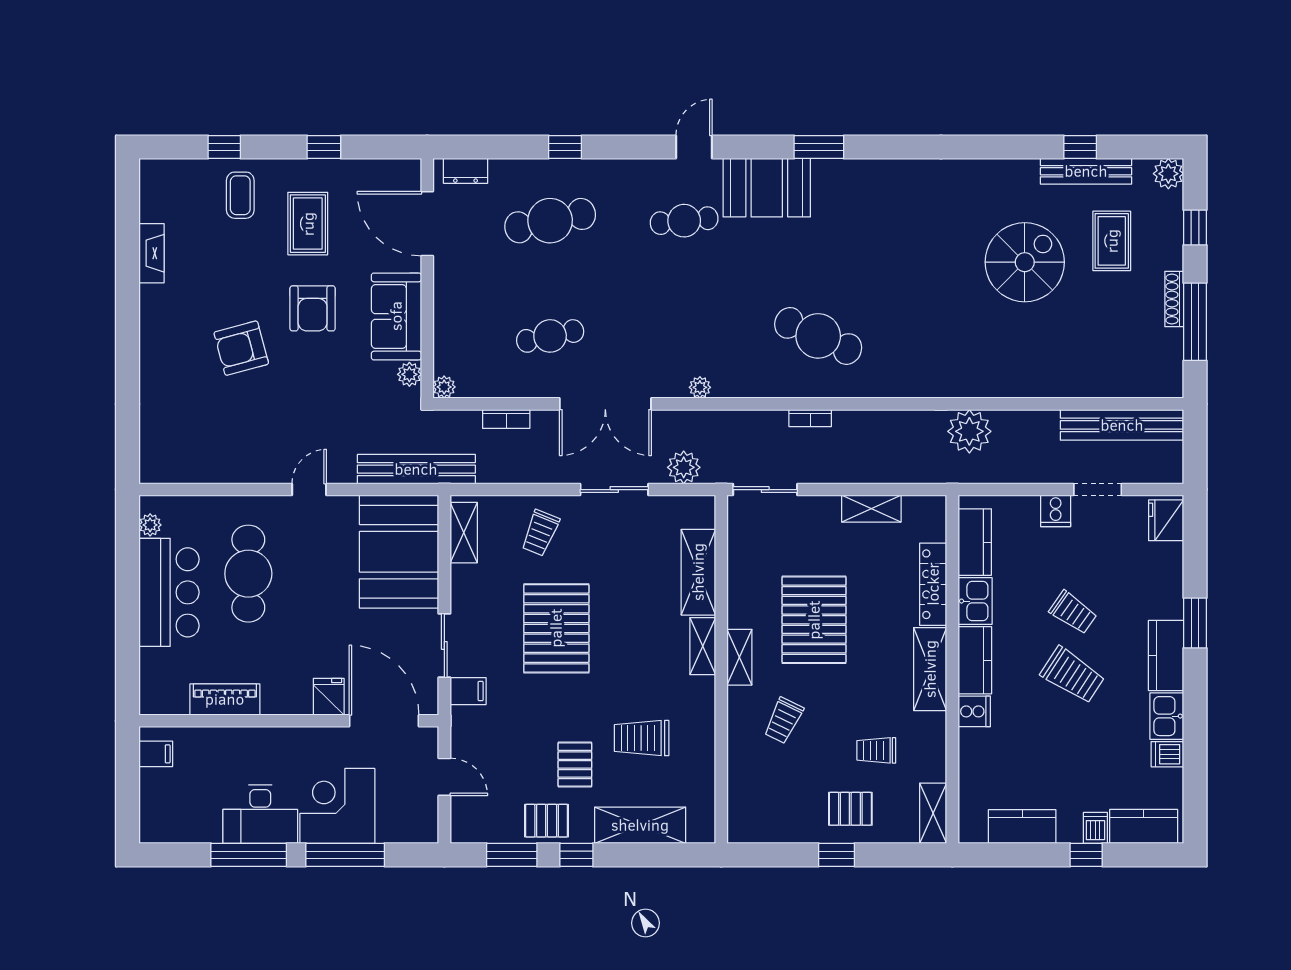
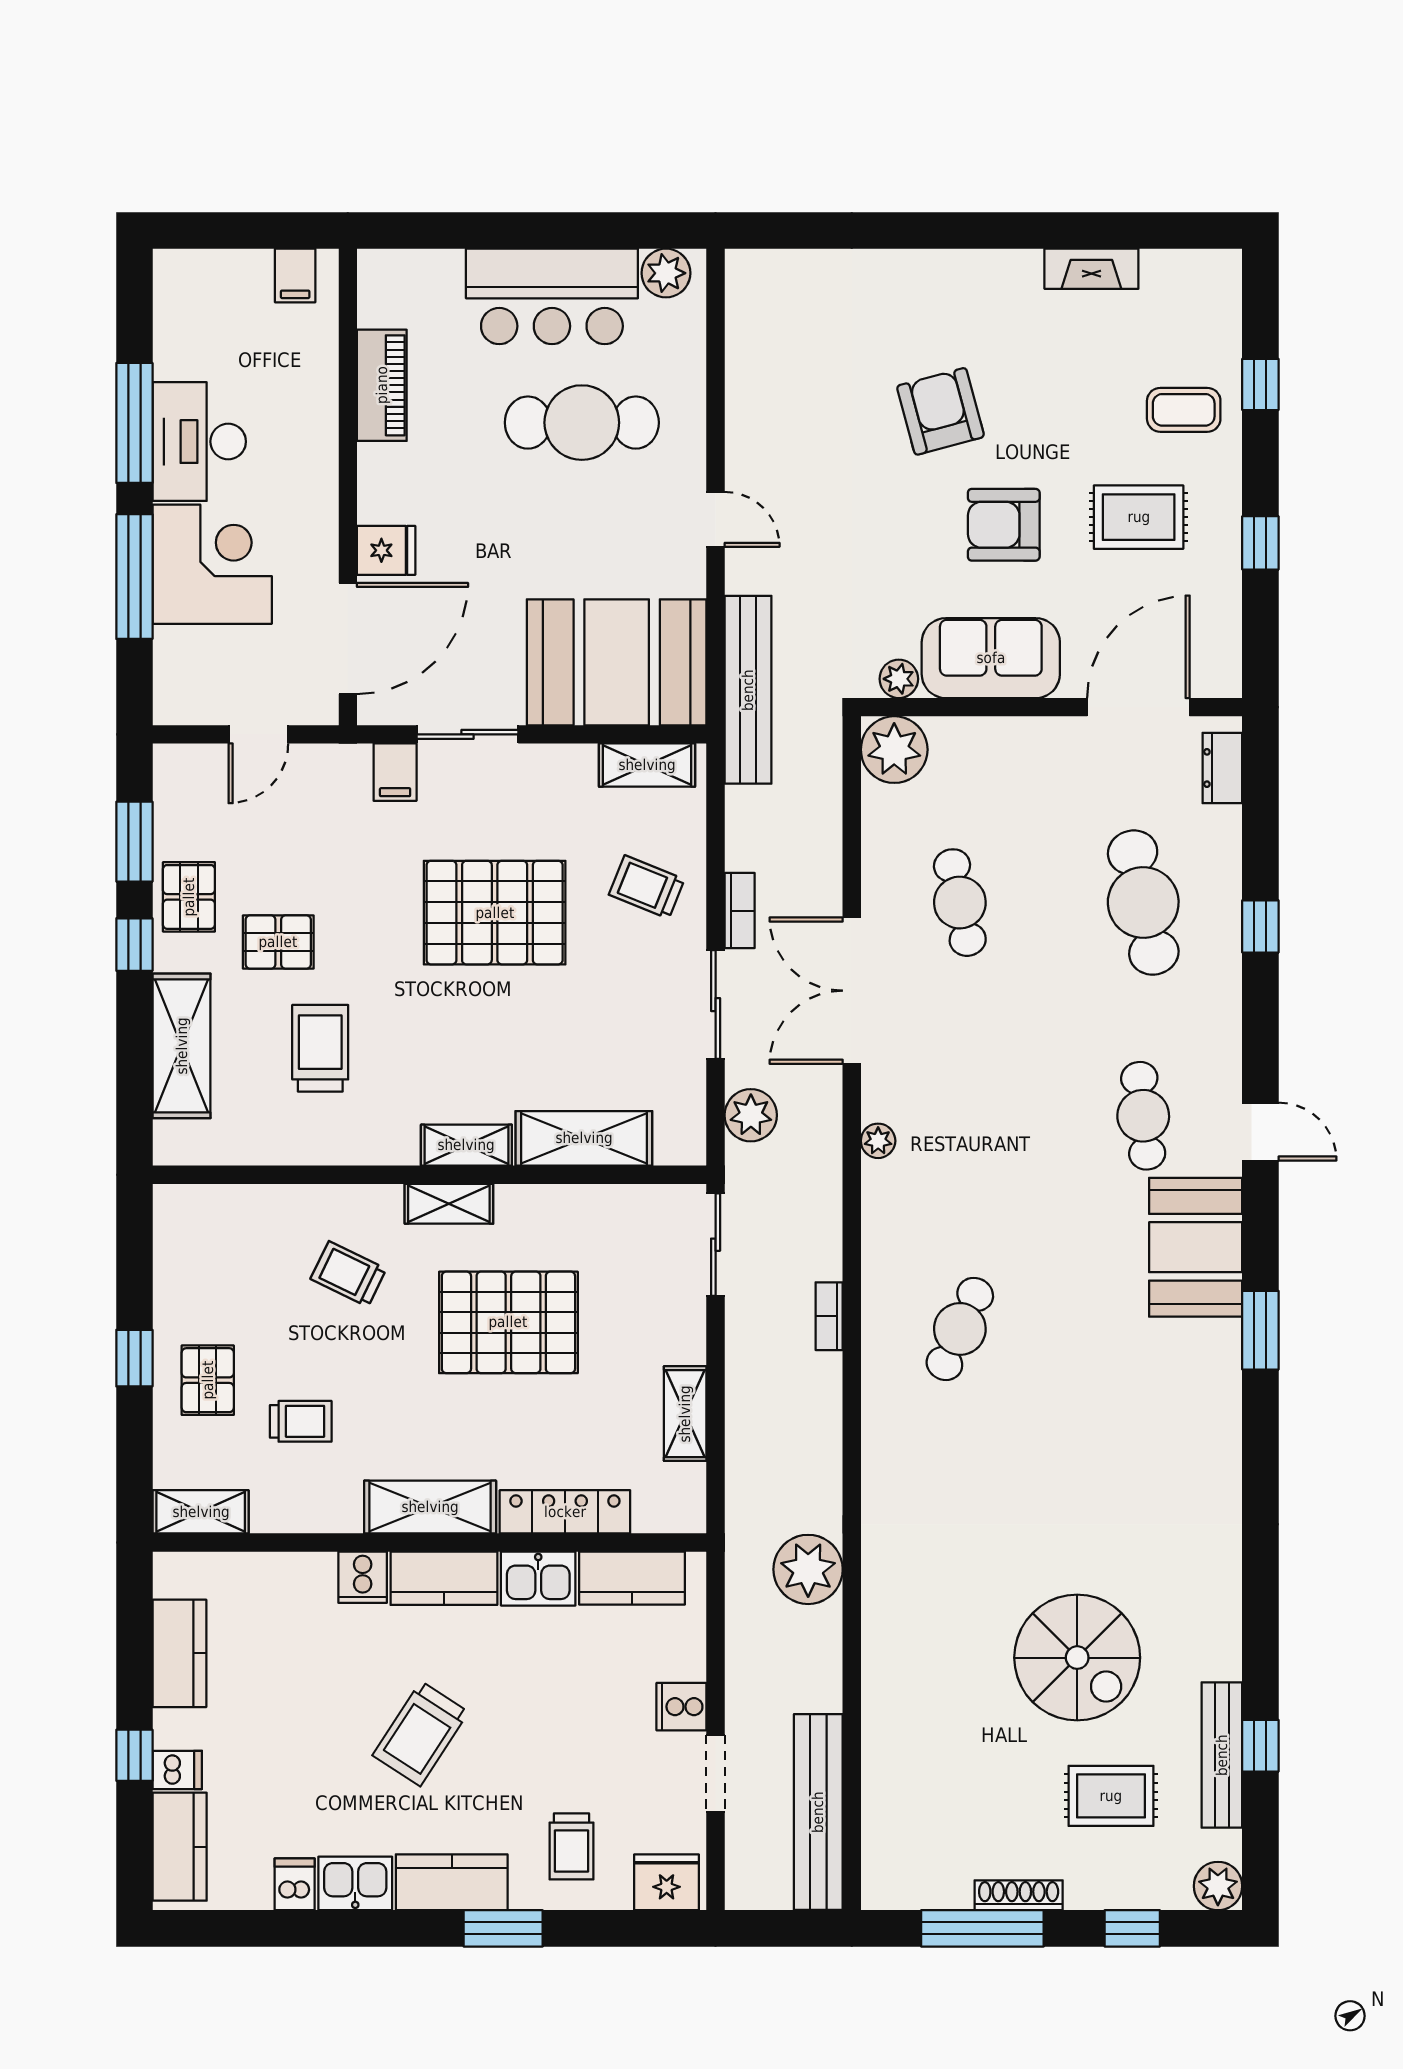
cafe table: (818, 336) -> (960, 1329), width x0.73, depth x0.74
plant: (444, 387) -> (894, 750), width x1.88, depth x1.88
bookcase: (506, 419) -> (740, 911), moved, turned 180
plant: (150, 525) -> (666, 273), width x1.38, depth x1.38
trolley: (1073, 612) -> (571, 1846), moved, turned -35
trolley: (876, 750) -> (301, 1421), turned 90

